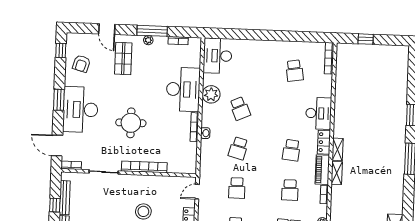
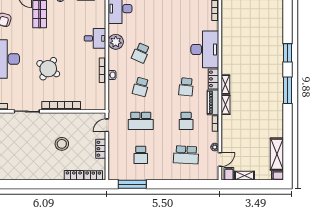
school desk: (294, 71) -> (186, 19), removed
desk: (183, 89) -> (95, 38), width x0.53, depth x0.77
school desk: (240, 108) -> (141, 53), turned 48
desk: (319, 113) -> (205, 49), width x1.36, depth x1.30
round table: (131, 123) -> (48, 69), turned 32
school desk: (237, 188) -> (141, 121), width x1.85

